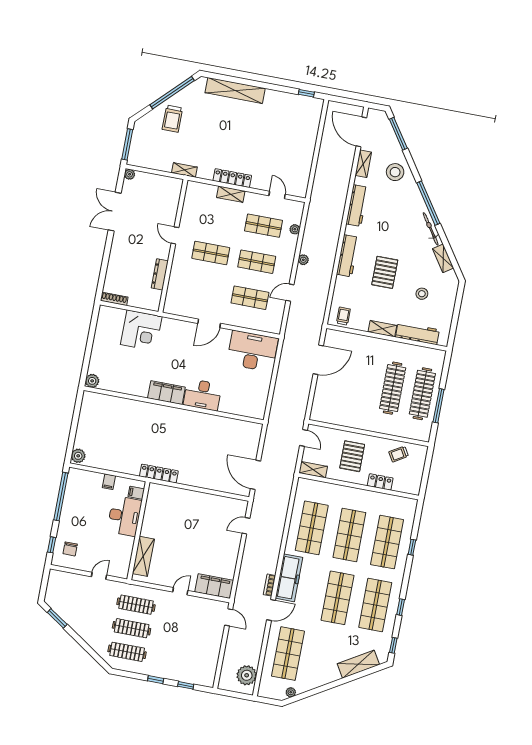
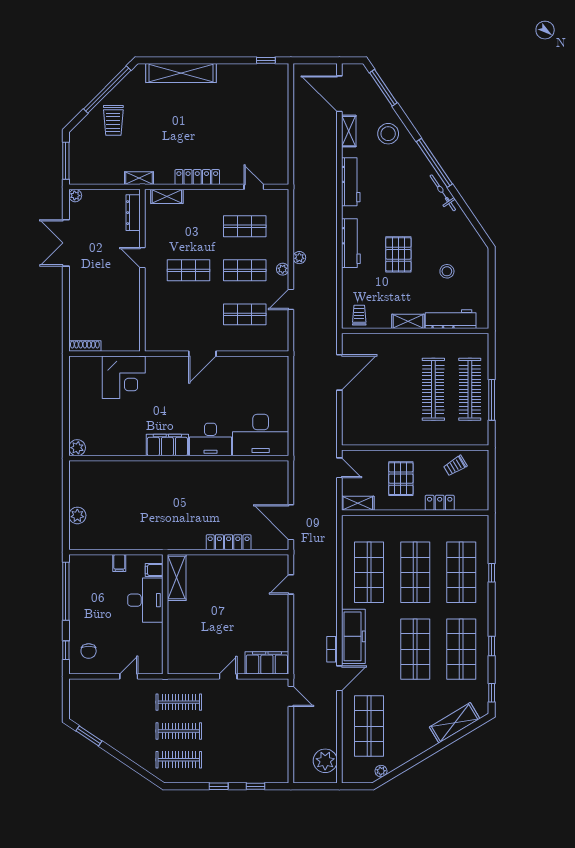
shelving: (231, 194) -> (167, 196), moved
plant: (295, 229) -> (283, 269), moved
shelving: (443, 258) -> (464, 225), removed
dresser: (160, 274) -> (133, 213), moved
desk: (252, 351) -> (261, 435), moved, turned 180
plant: (78, 456) -> (77, 515), moved
locker: (159, 474) -> (229, 542), moved
shelving: (143, 556) -> (177, 577), moved

